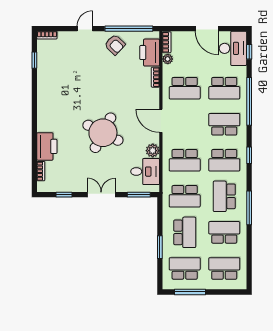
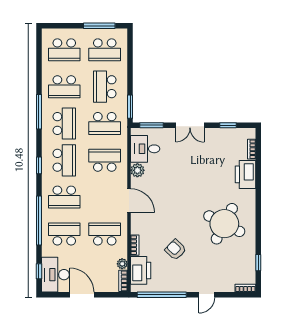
armchair: (115, 45) -> (176, 250), moved
round table: (103, 133) -> (224, 224), moved
school desk: (224, 160) -> (64, 160), turned 90
school desk: (185, 196) -> (105, 123), turned 180
window: (160, 247) -> (130, 107), moved

